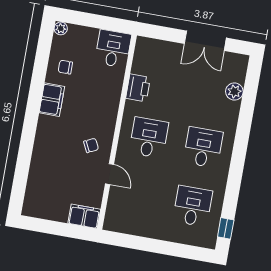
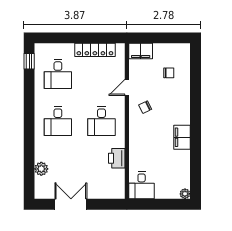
chair: (65, 67) -> (169, 73), moved
door: (110, 174) -> (127, 87), hinge flipped
locker: (141, 228) -> (95, 50), added

